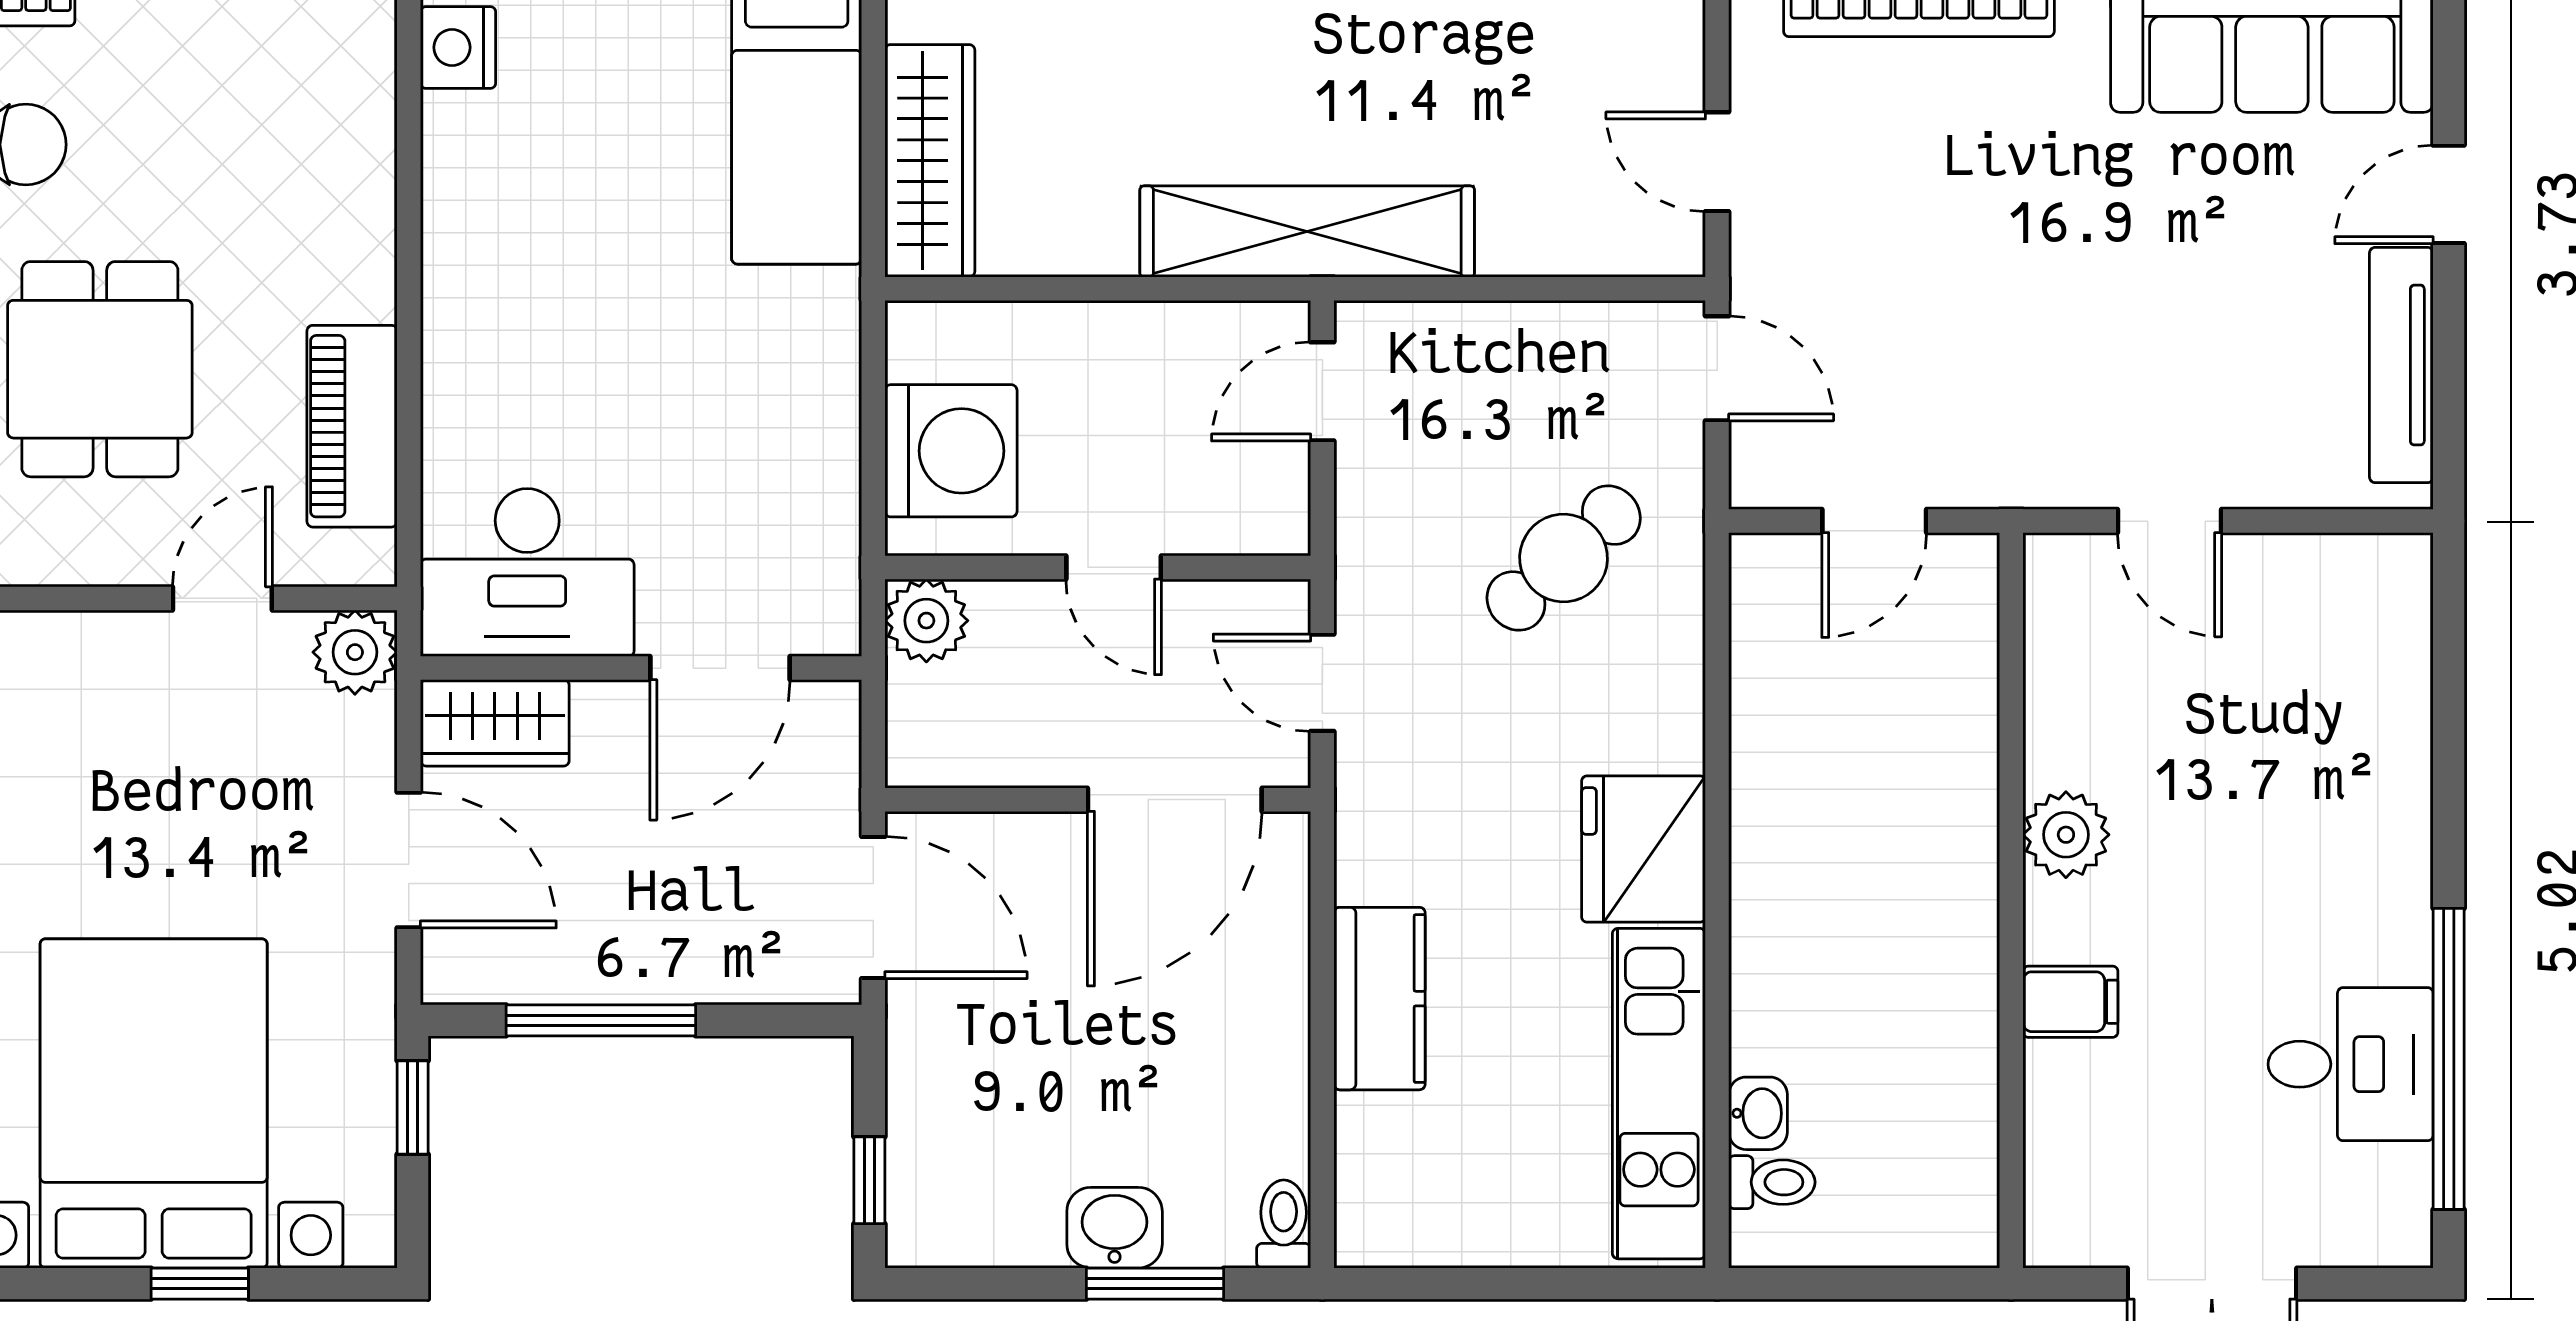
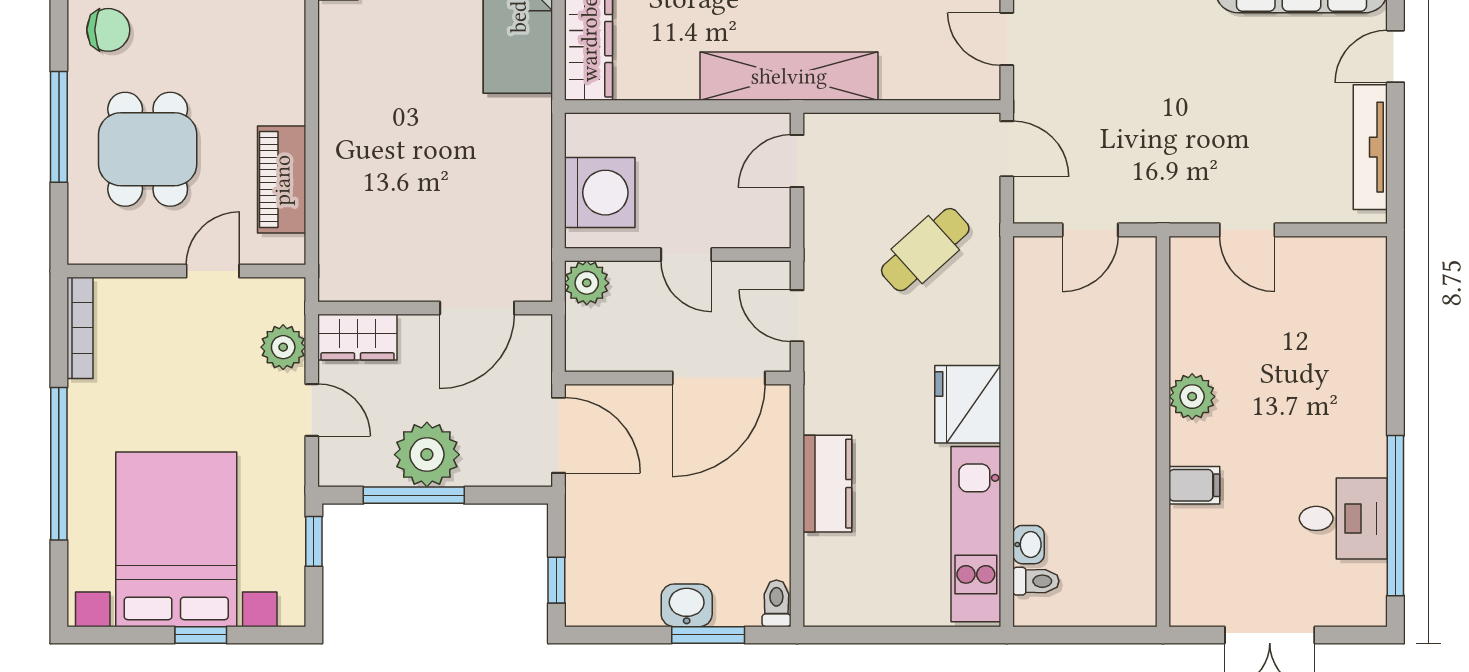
desk: (527, 573) -> (375, 257), removed
plant: (355, 652) -> (283, 347), moved
door: (409, 860) -> (312, 410), width x0.73
plant: (626, 944) -> (427, 455), added

